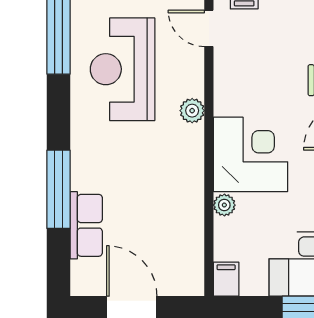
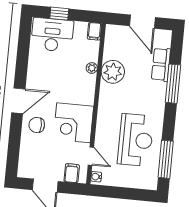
plant: (192, 111) -> (113, 72), moved, width x1.88, depth x1.88
corner desk: (250, 154) -> (73, 123), moved

